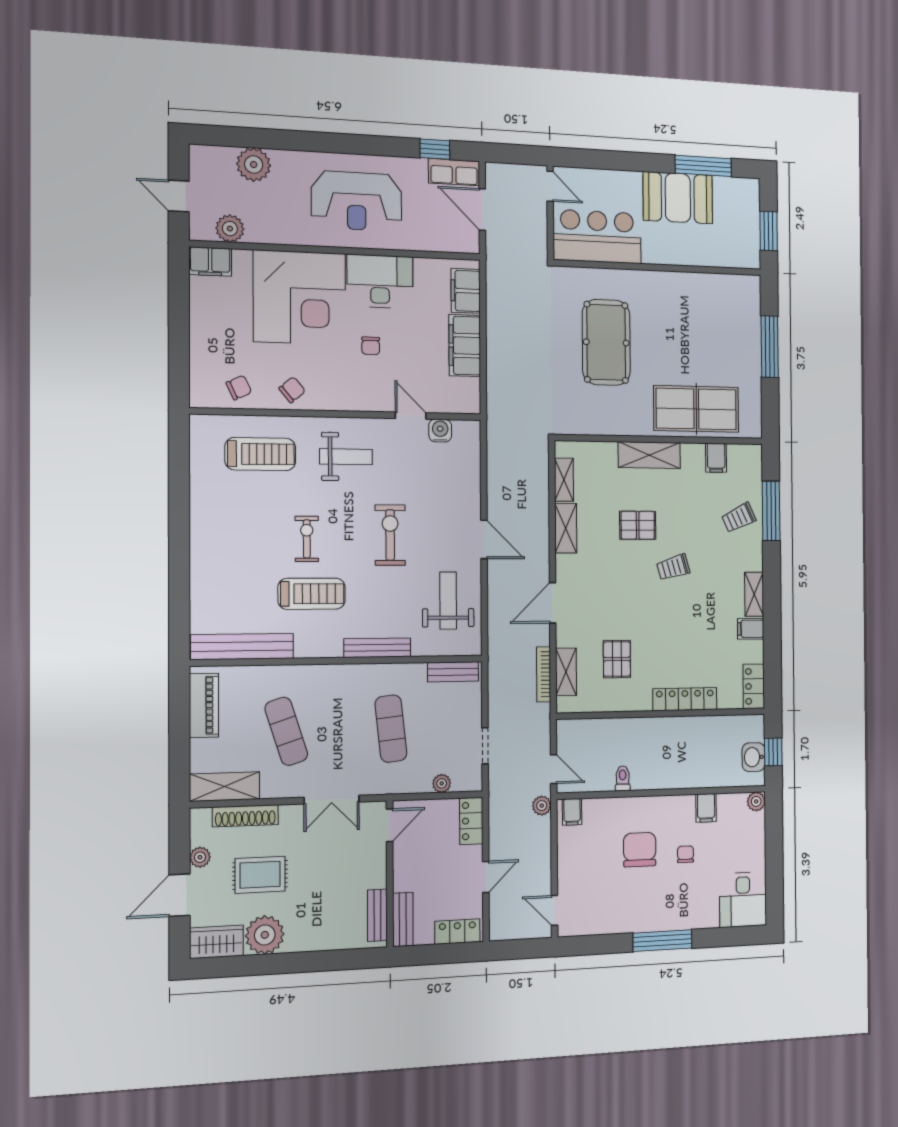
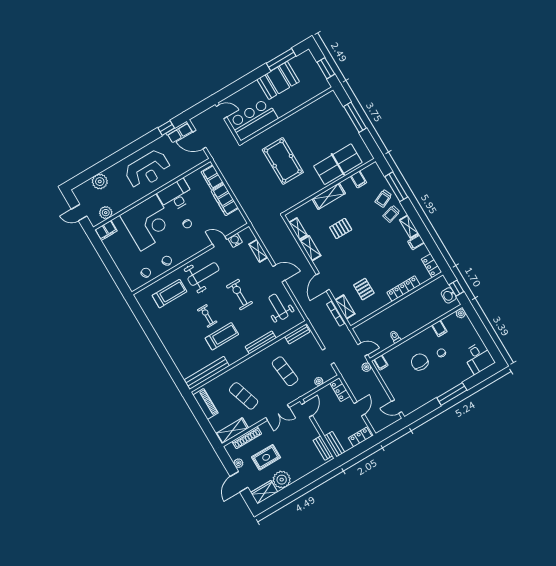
weight bench: (346, 457) -> (203, 274), width x1.36, depth x1.33
shelving: (471, 476) -> (258, 251), added
trolley: (673, 567) -> (391, 214), moved

